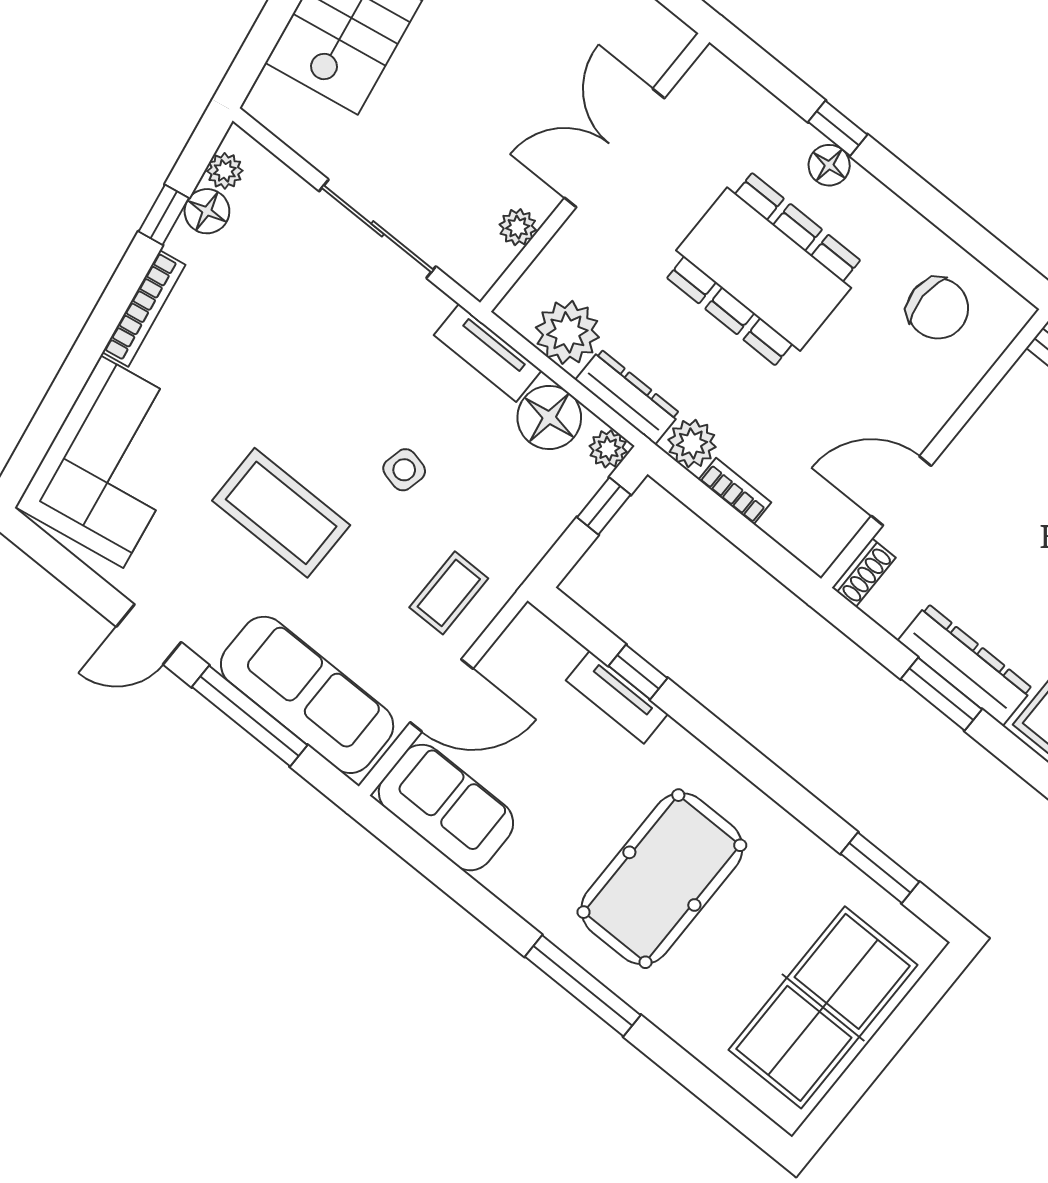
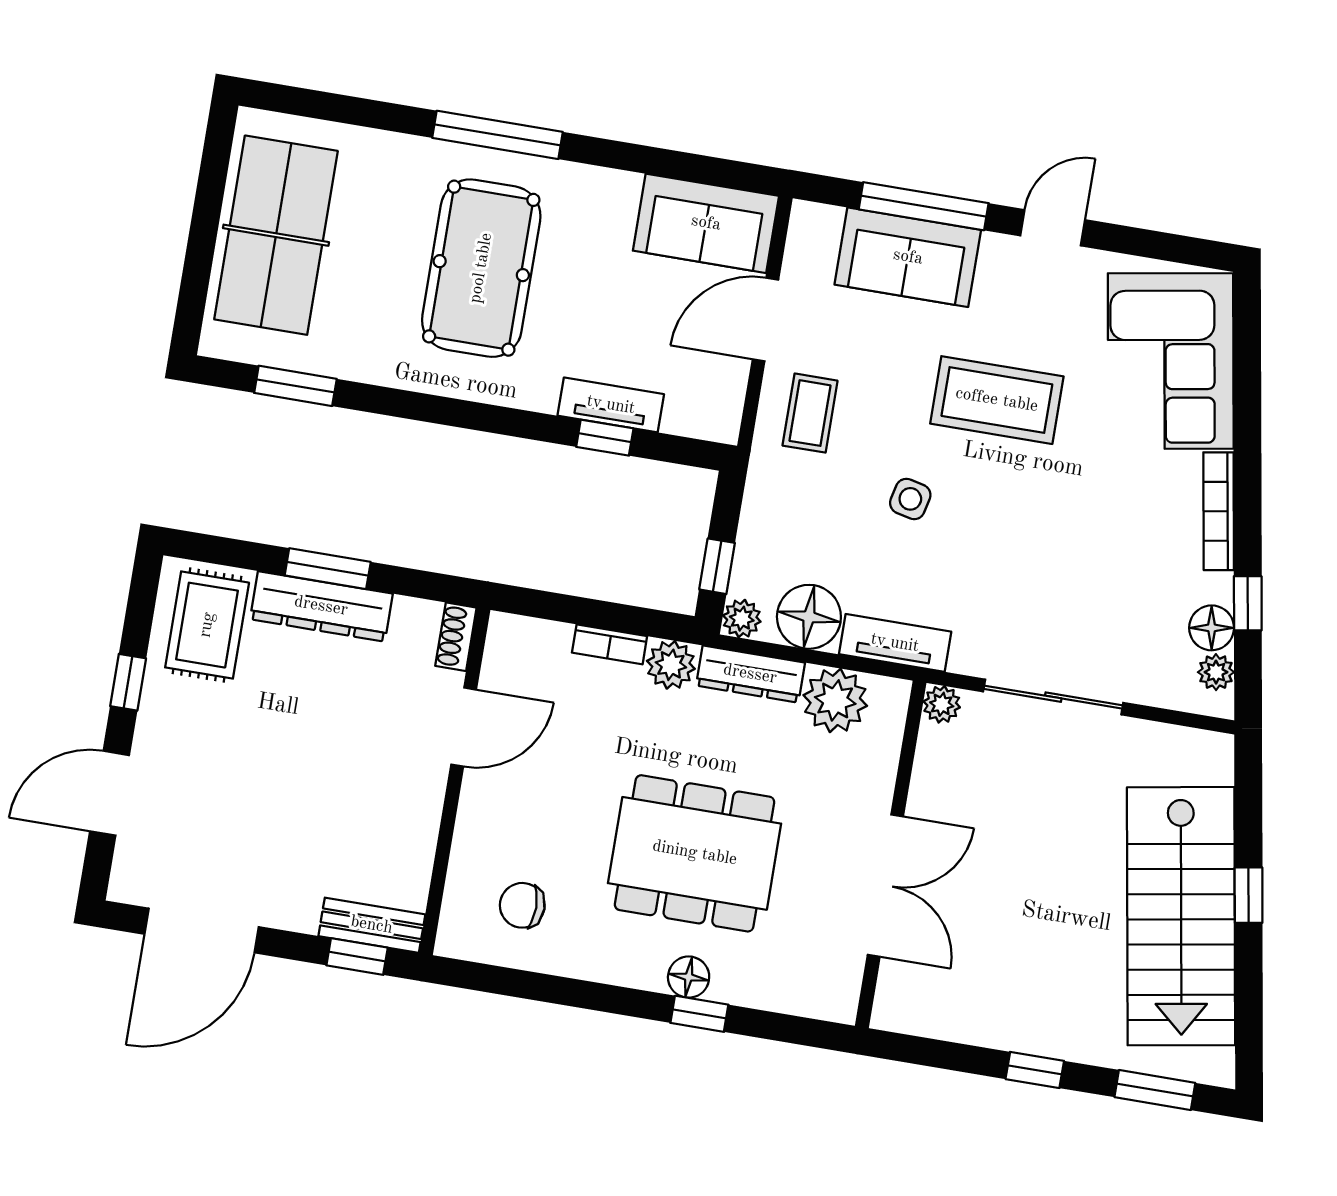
plant: (518, 227) -> (942, 704), moved
chair: (938, 308) -> (522, 905), width x0.73, depth x0.73
sofa: (307, 695) -> (908, 257), width x0.73

